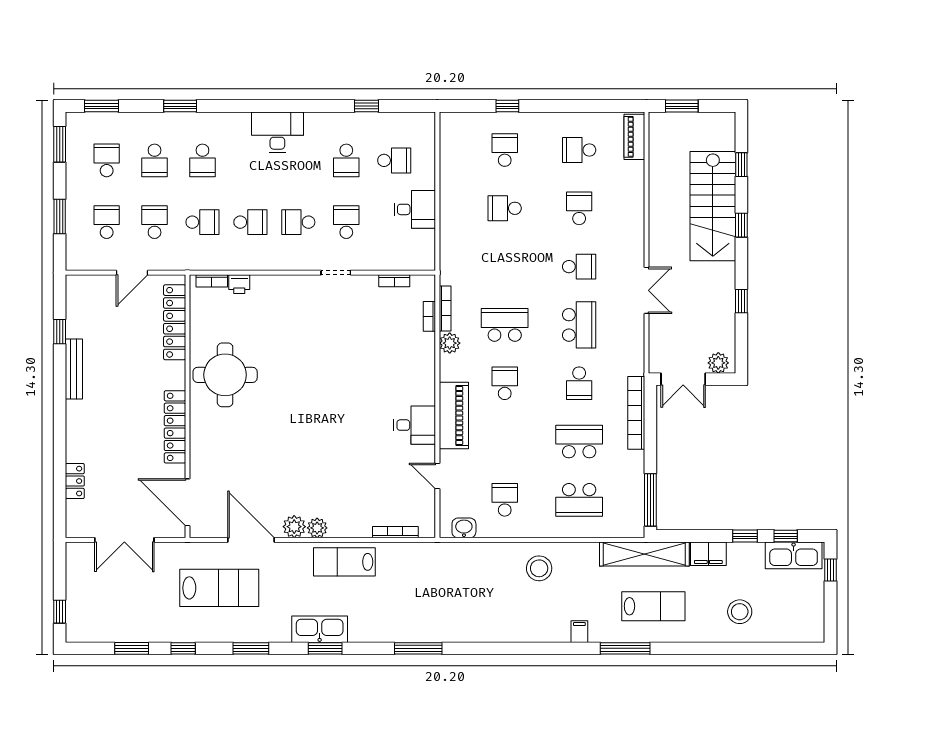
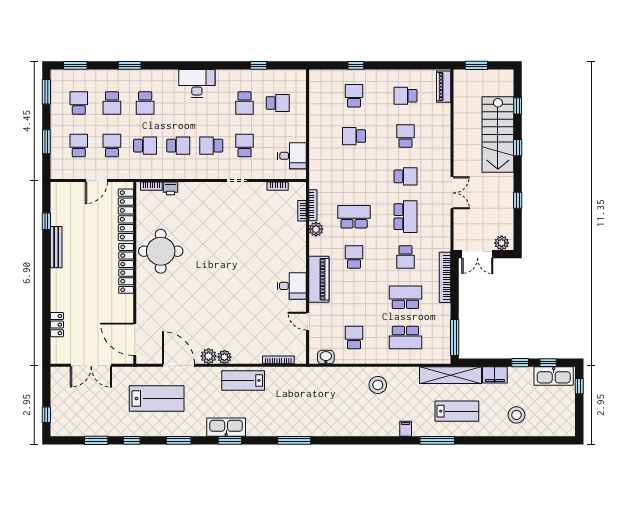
desk: (415, 209) -> (292, 156), moved
locker: (175, 427) -> (126, 268), moved

